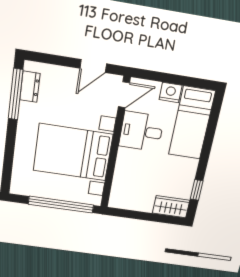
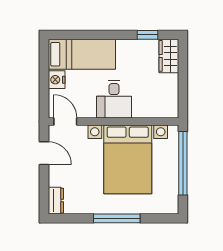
dresser: (30, 87) -> (56, 201), moved, turned 90
window: (16, 94) -> (117, 218), moved
desk: (141, 131) -> (114, 99), moved

